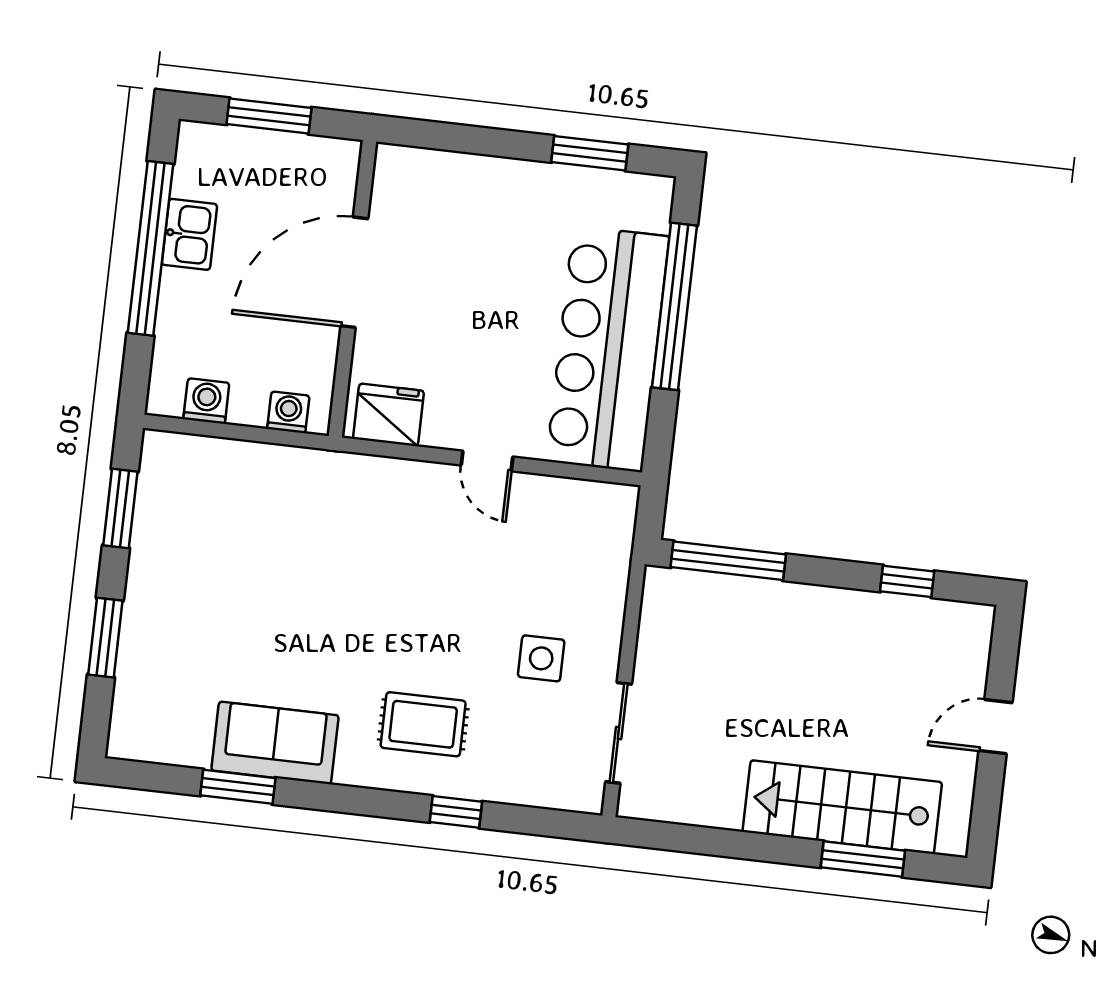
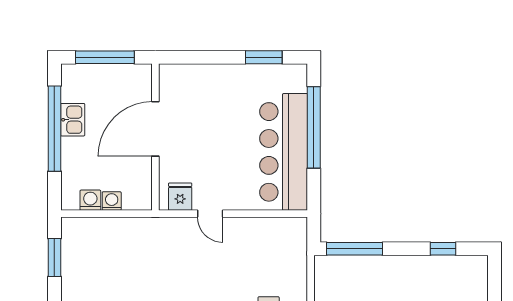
window: (269, 116) -> (105, 57), width x1.44
washing machine: (288, 412) -> (112, 201), moved
fridge: (388, 415) -> (180, 197), width x0.72
door: (487, 461) -> (210, 214), moved

